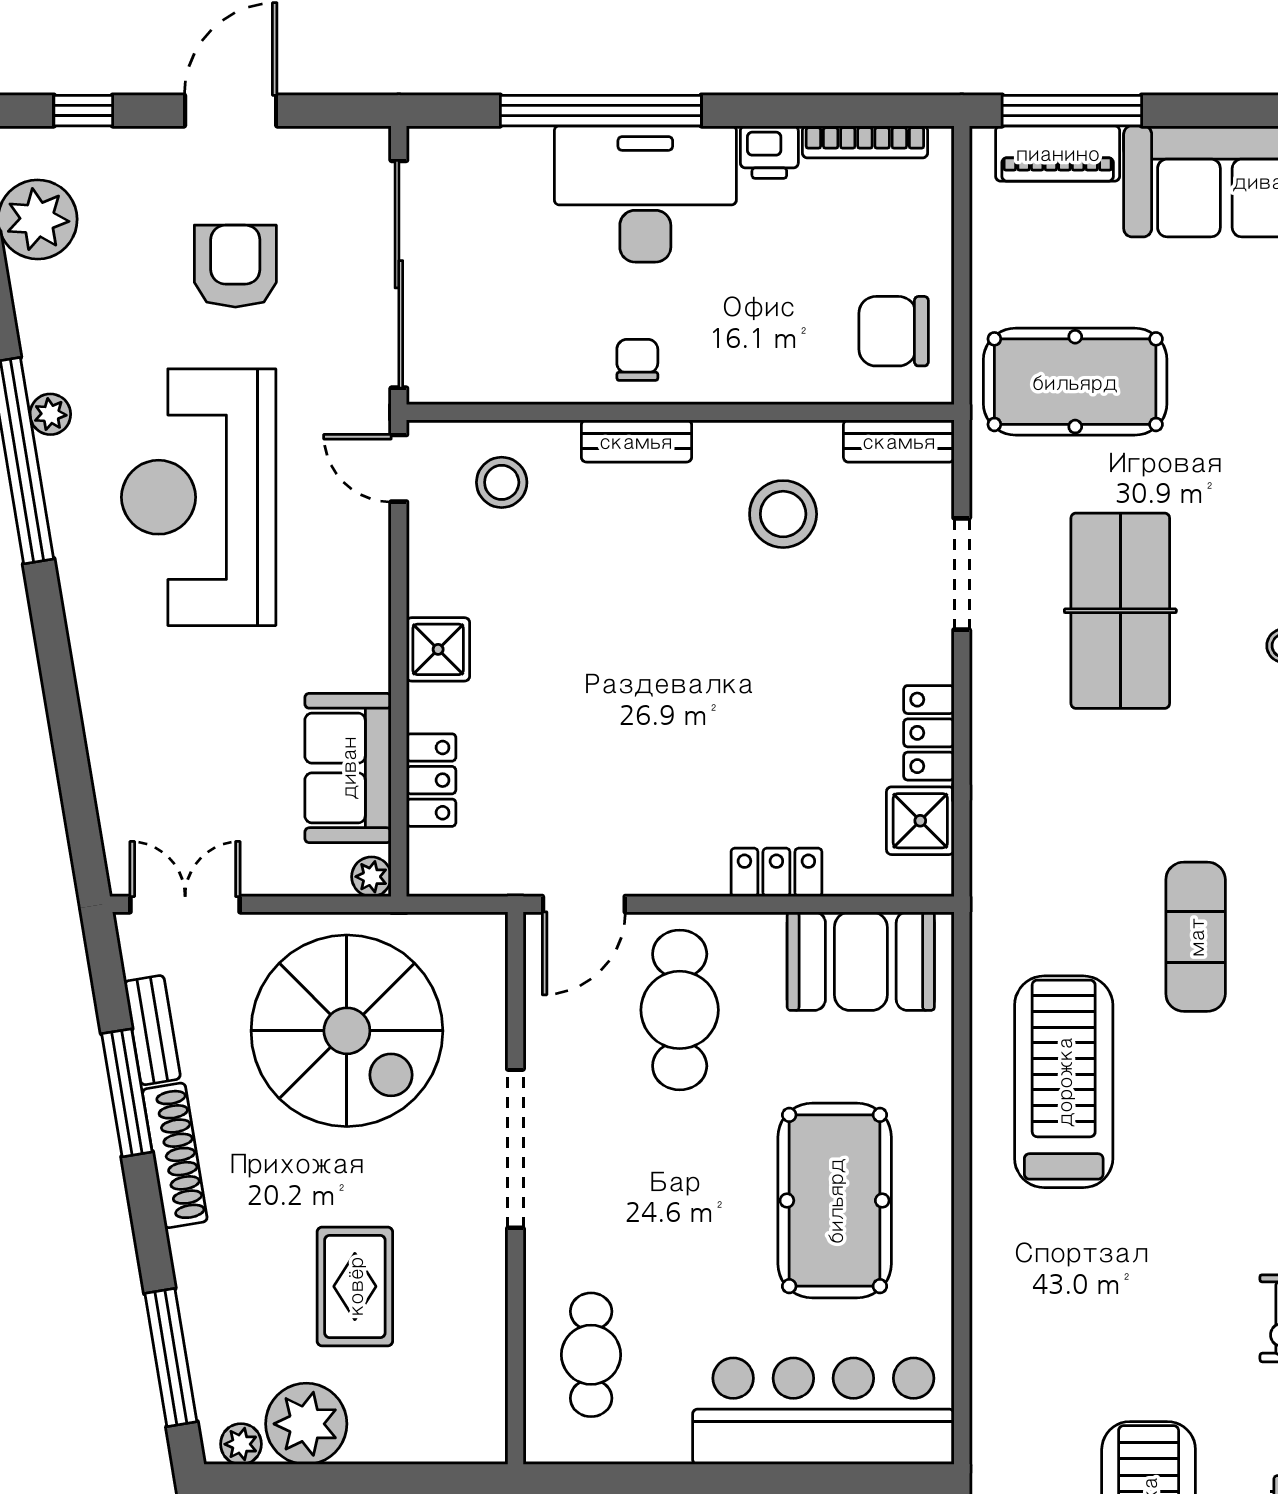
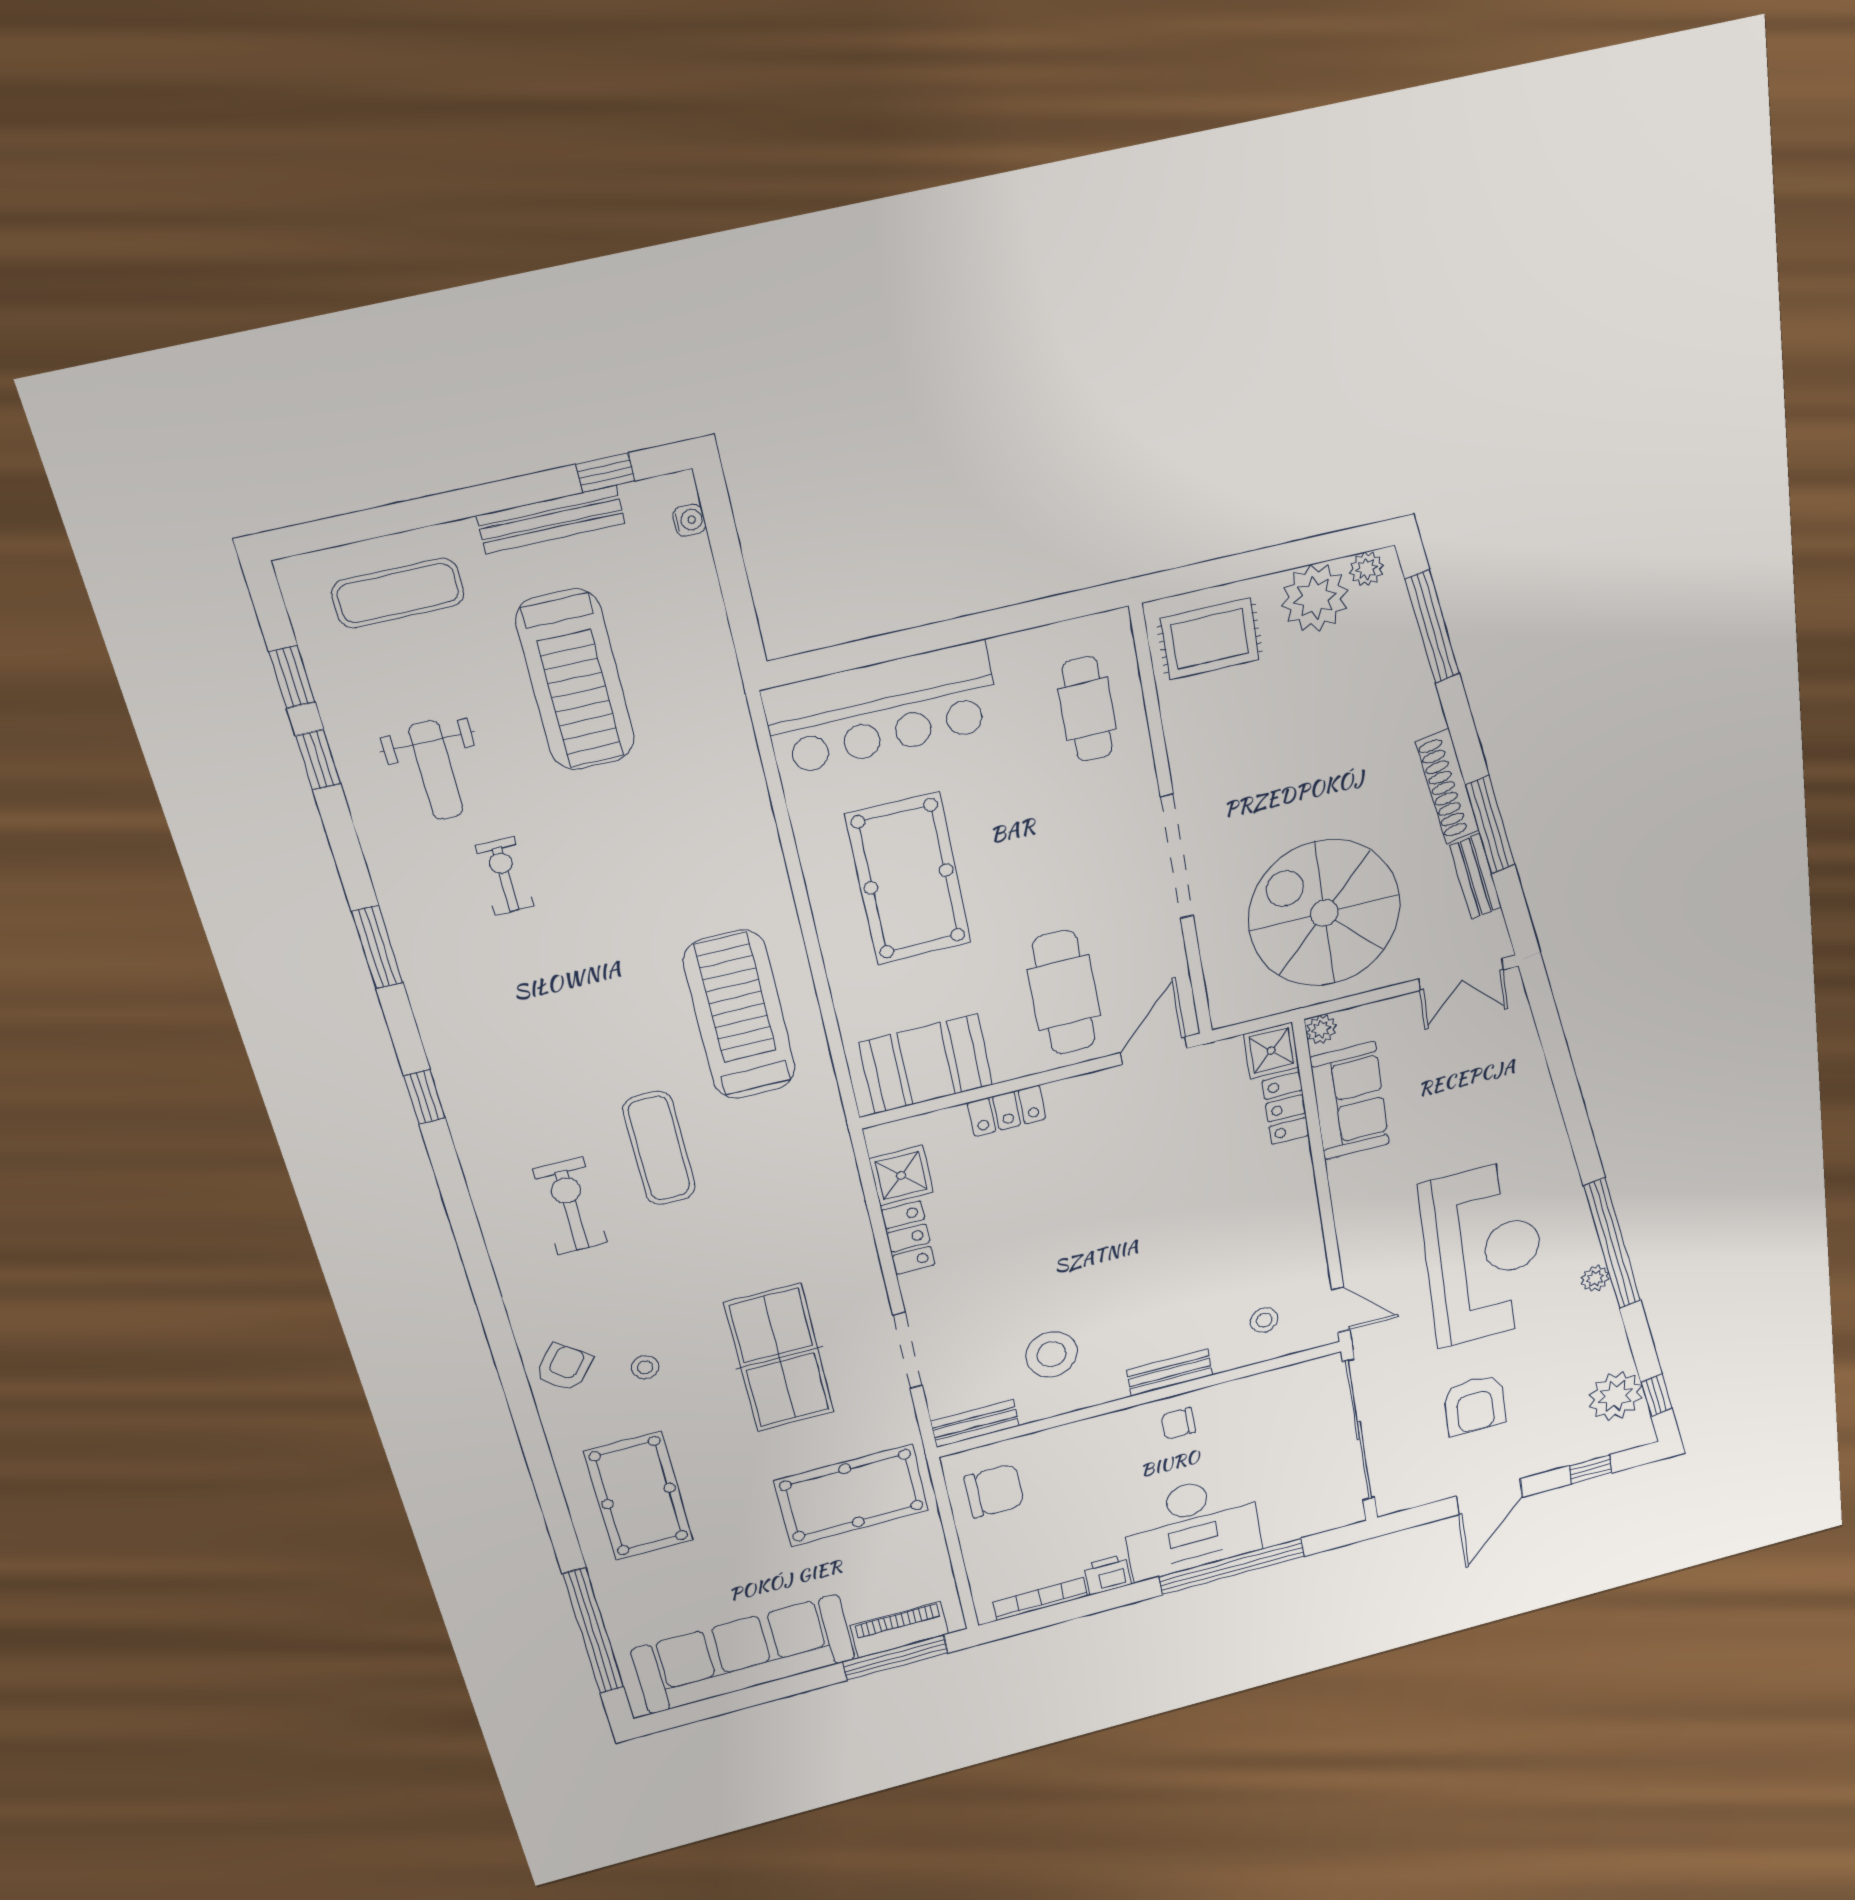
chair: (637, 360) -> (1178, 1423), turned 90
stool: (502, 482) -> (1264, 1320), width x0.73, depth x0.73
shower: (438, 649) -> (1271, 1051), moved
treadmill: (1064, 1082) -> (740, 1015), turned 180
rug: (355, 1286) -> (1210, 639), moved, turned 90

